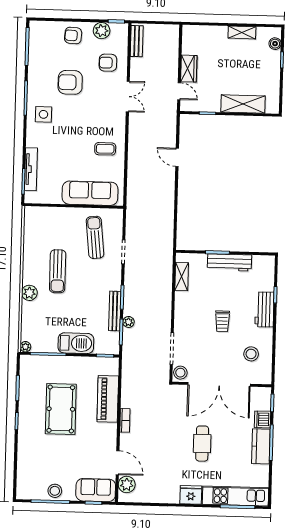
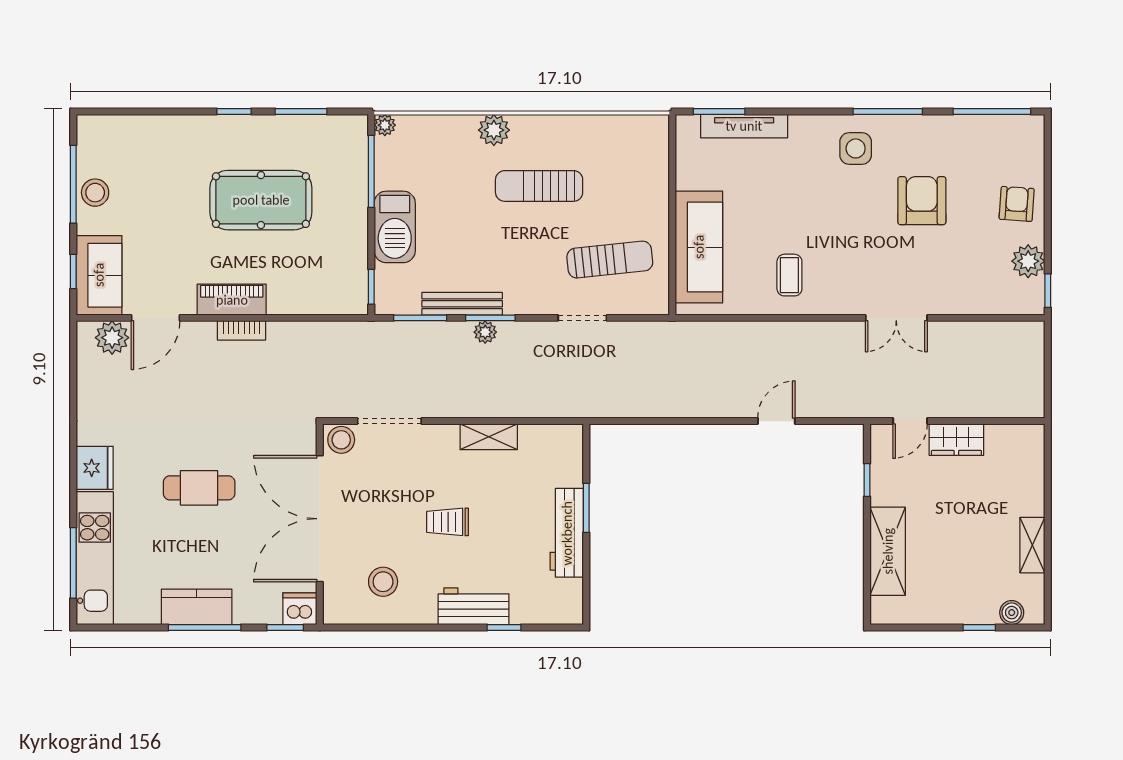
bench: (137, 41) -> (1009, 333), removed
armchair: (108, 63) -> (964, 276), removed
shelving: (182, 277) -> (489, 437), moved
plant: (128, 322) -> (485, 332), moved
piano: (108, 399) -> (232, 300), moved, width x0.73, depth x0.75
dishwasher: (263, 419) -> (300, 609), moved

